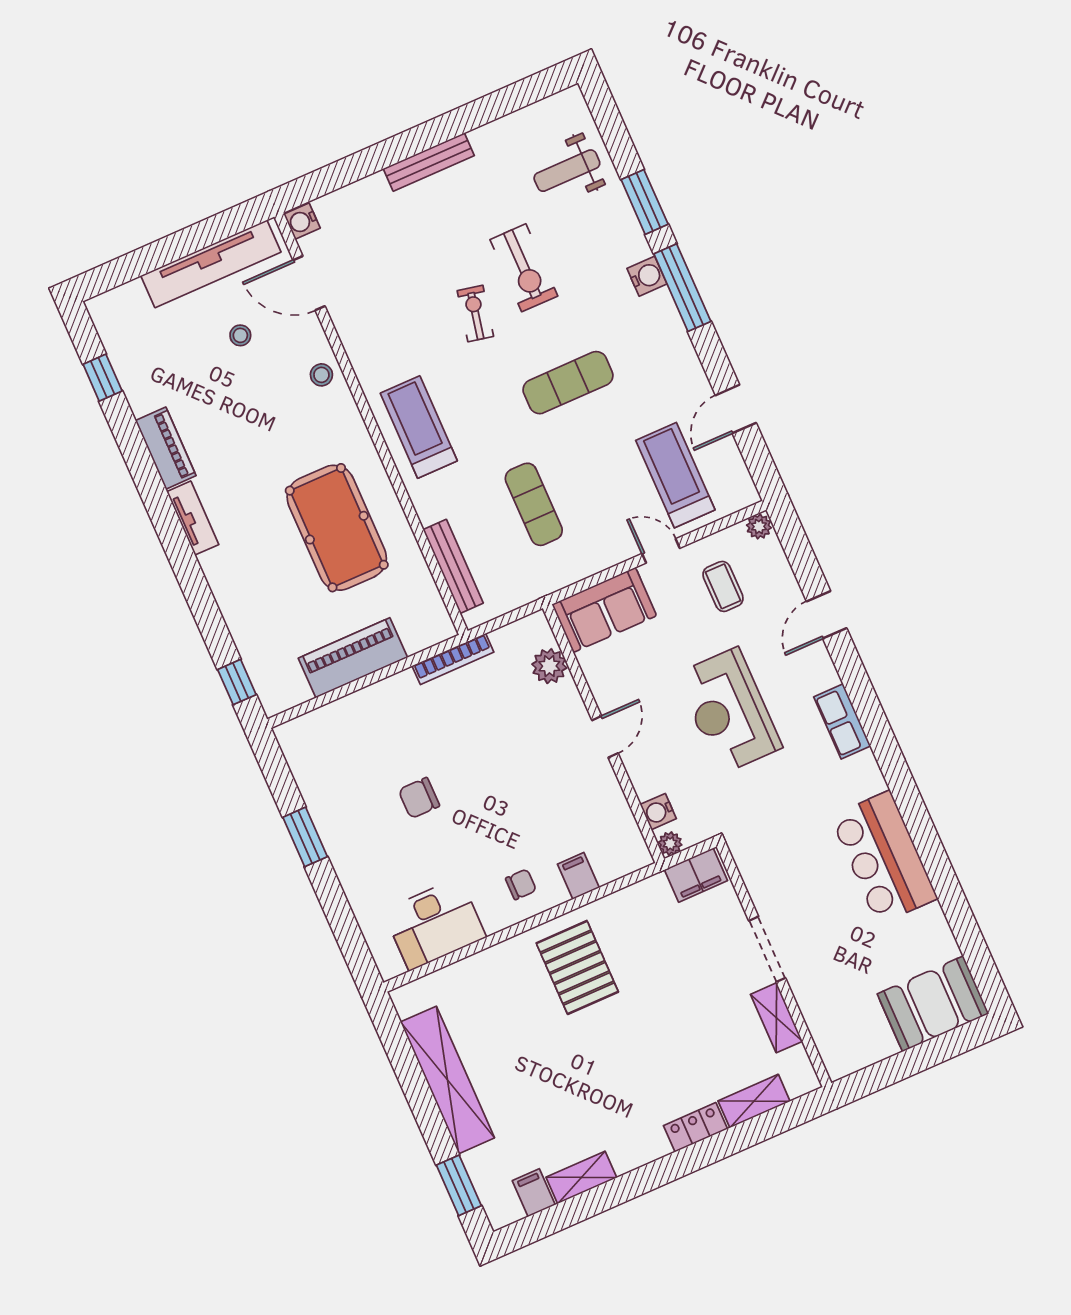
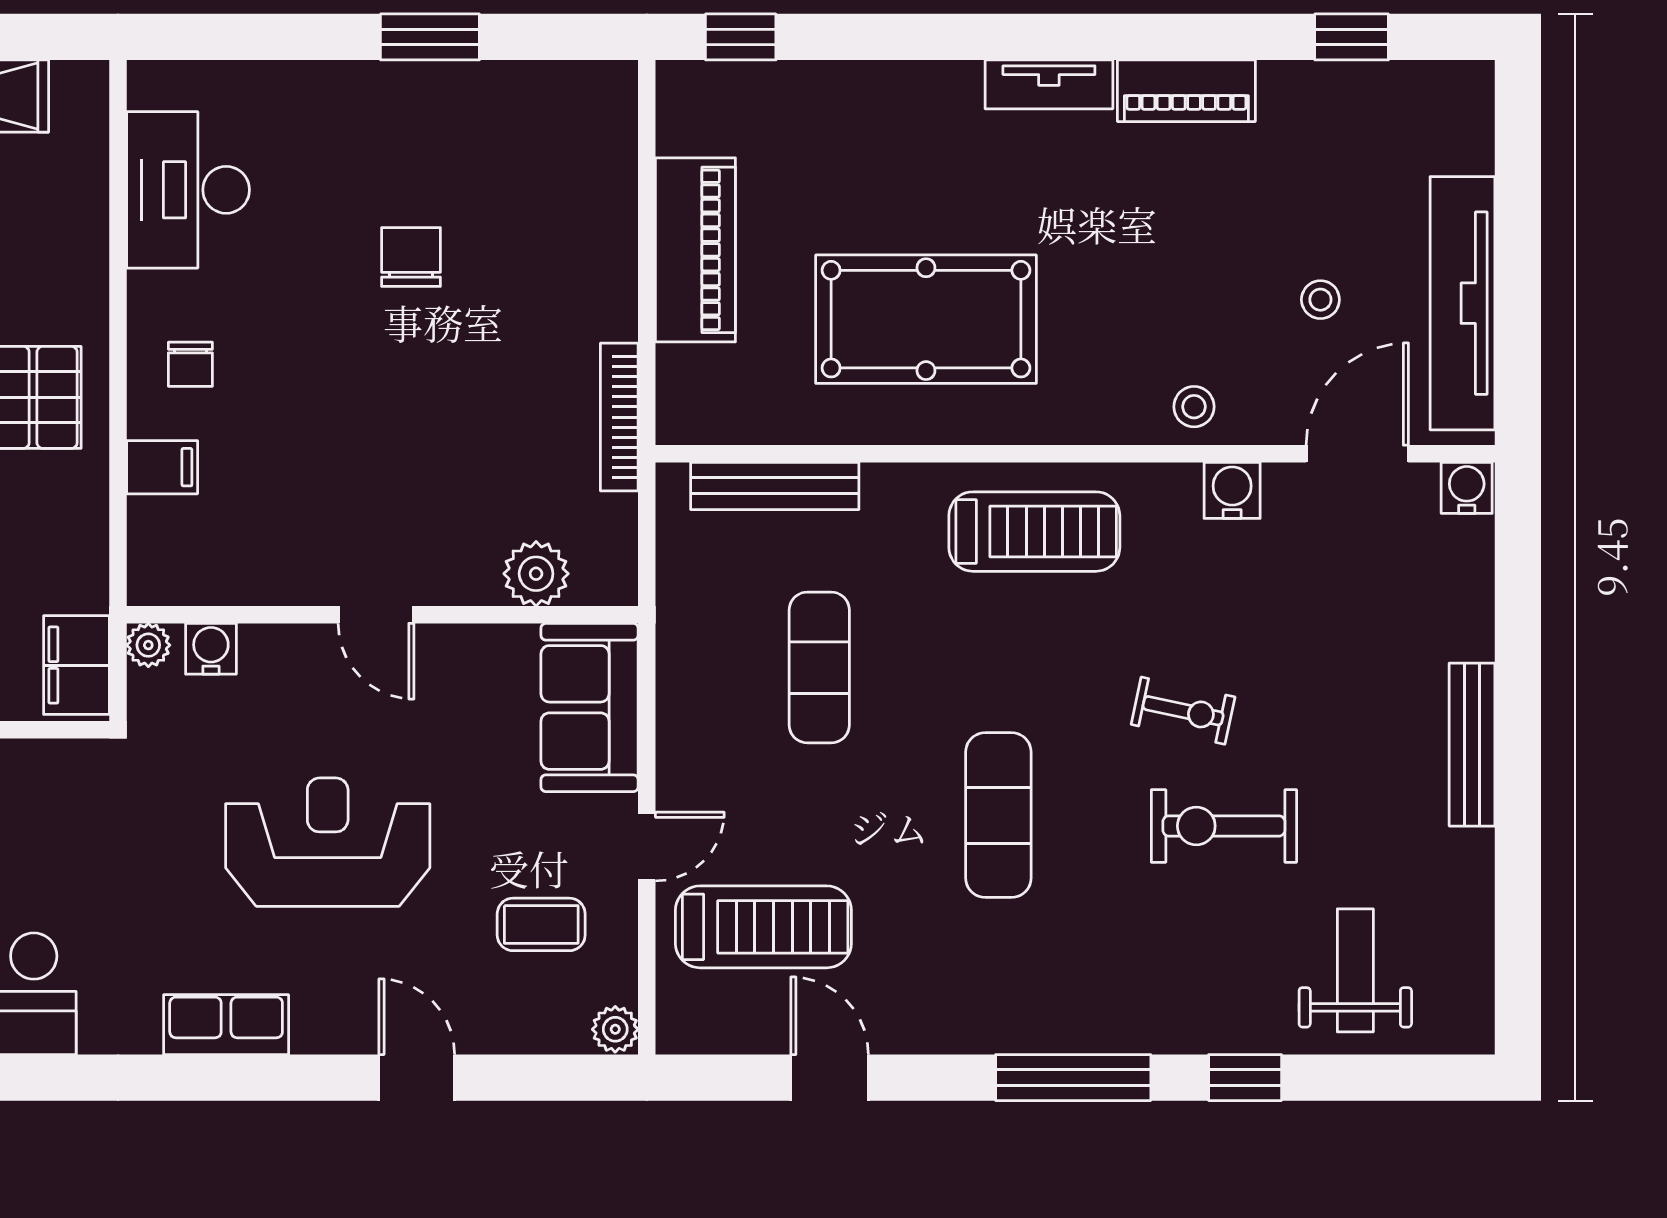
window: (645, 202) -> (1245, 1078), width x0.67
water cooler: (647, 276) -> (1232, 490), moved, turned 180
exercise mat: (534, 504) -> (819, 667), turned 90

